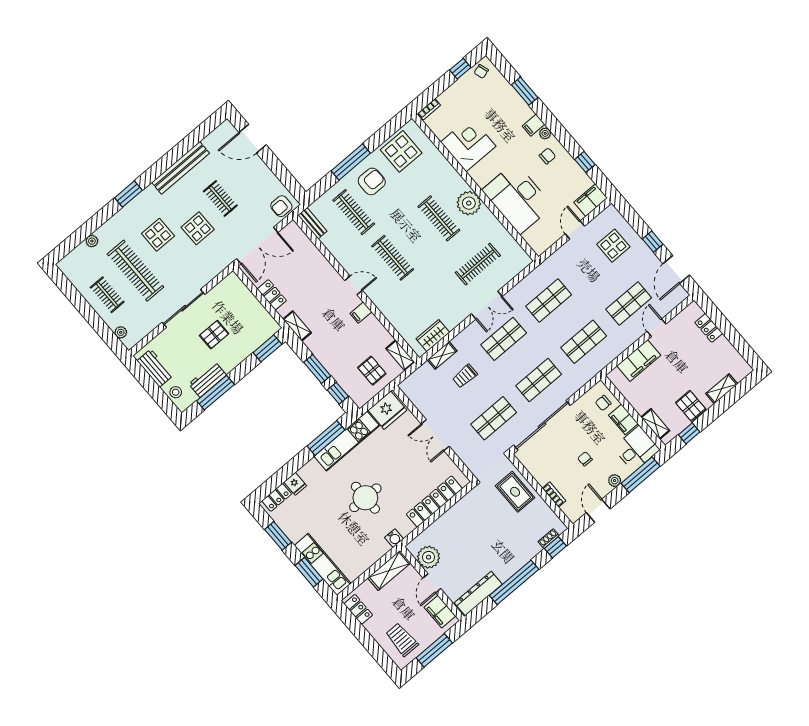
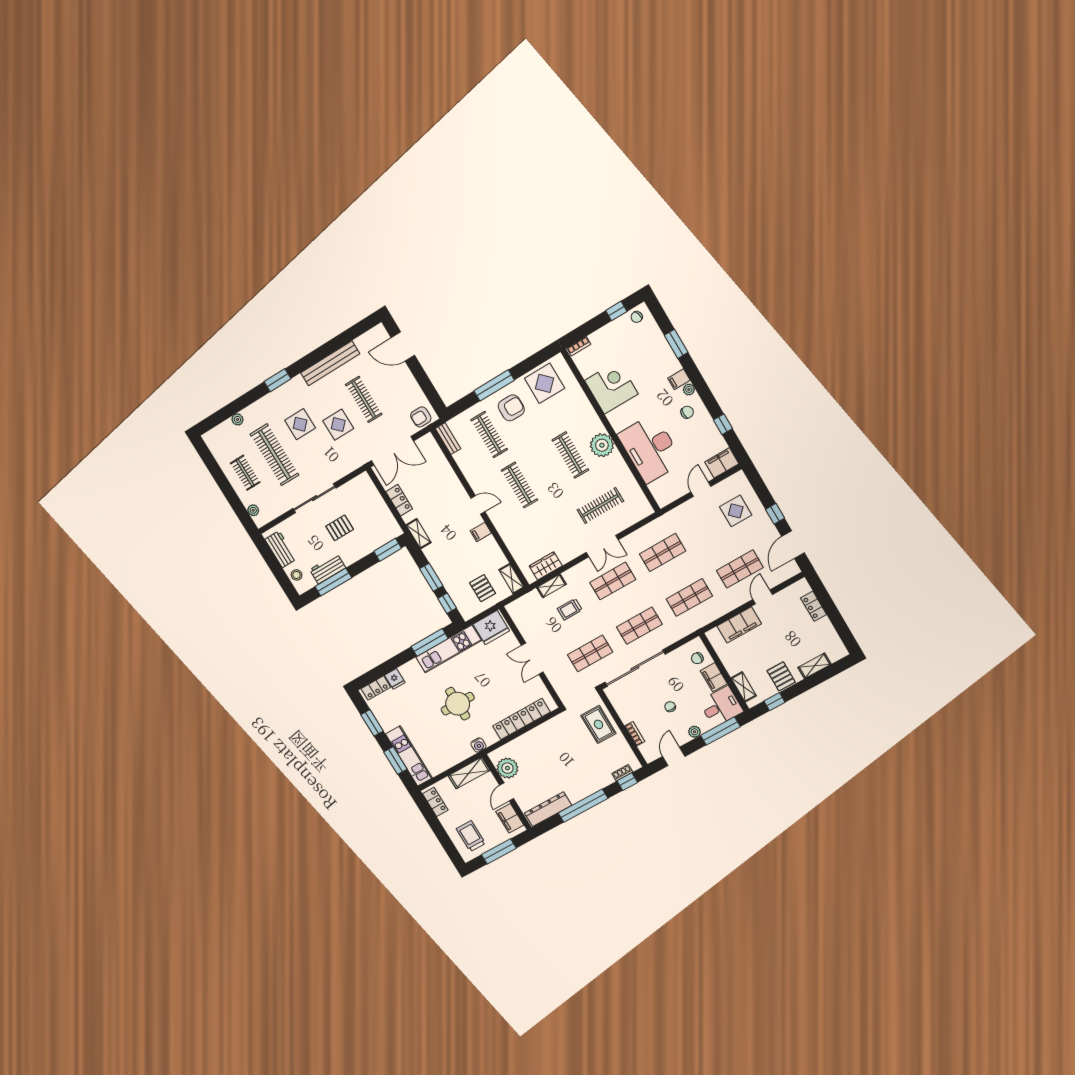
clothes rail: (220, 198) -> (364, 399), width x1.36

